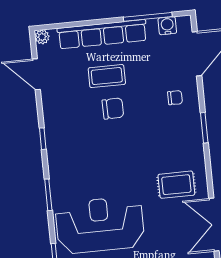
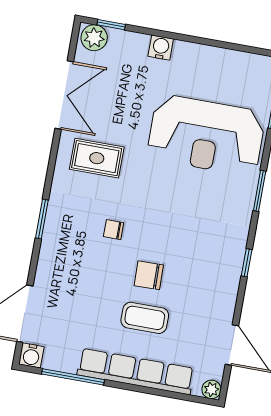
water cooler: (167, 26) -> (31, 355), moved
chair: (175, 98) -> (114, 230), moved

